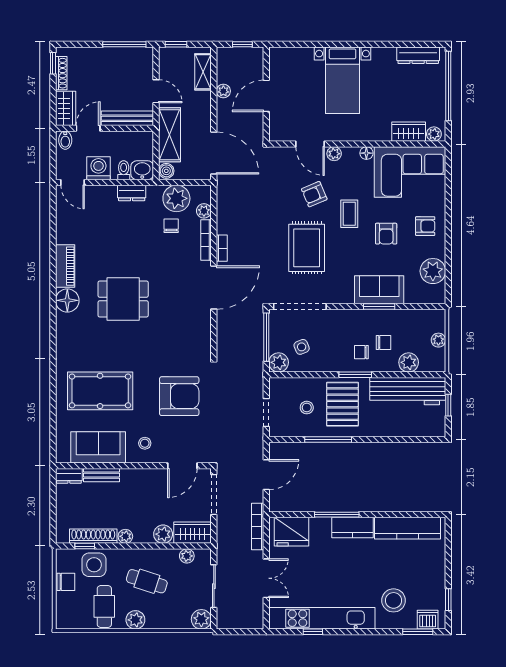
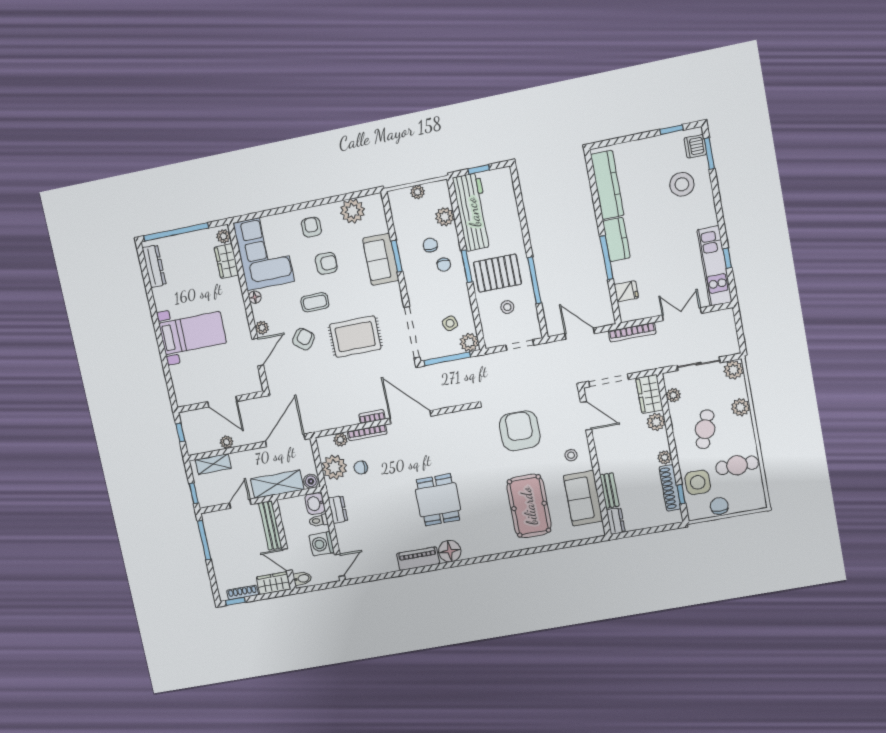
armchair: (314, 194) -> (303, 339), turned -120
fridge: (292, 532) -> (626, 291), width x0.53, depth x0.75
kitchen unit: (322, 618) -> (715, 266), width x0.73
plant: (135, 620) -> (741, 407), moved

